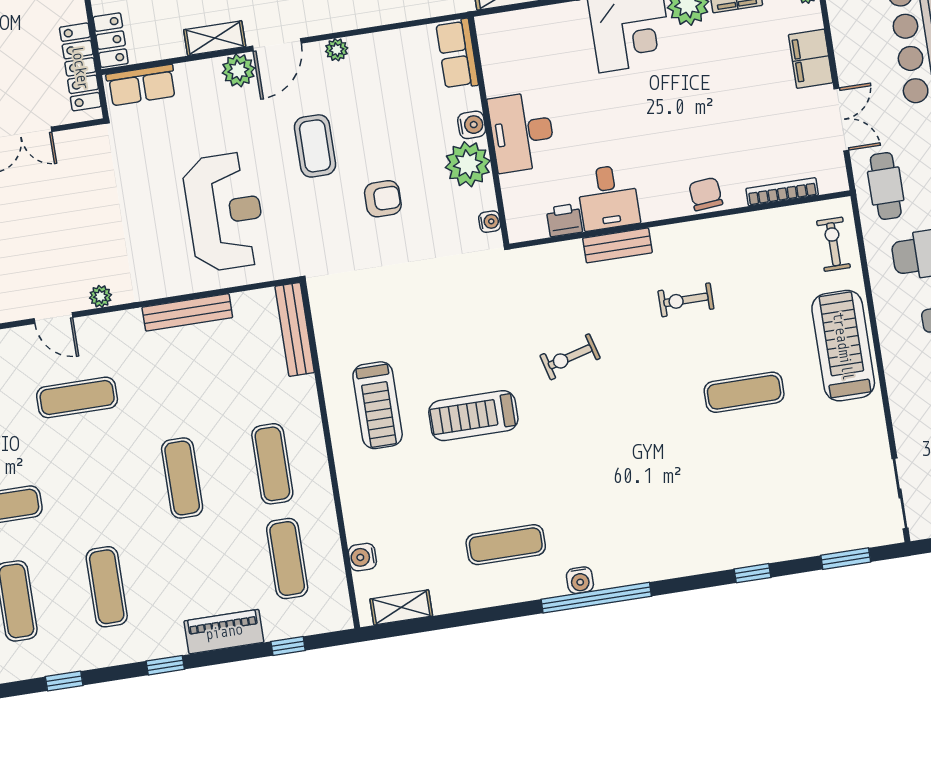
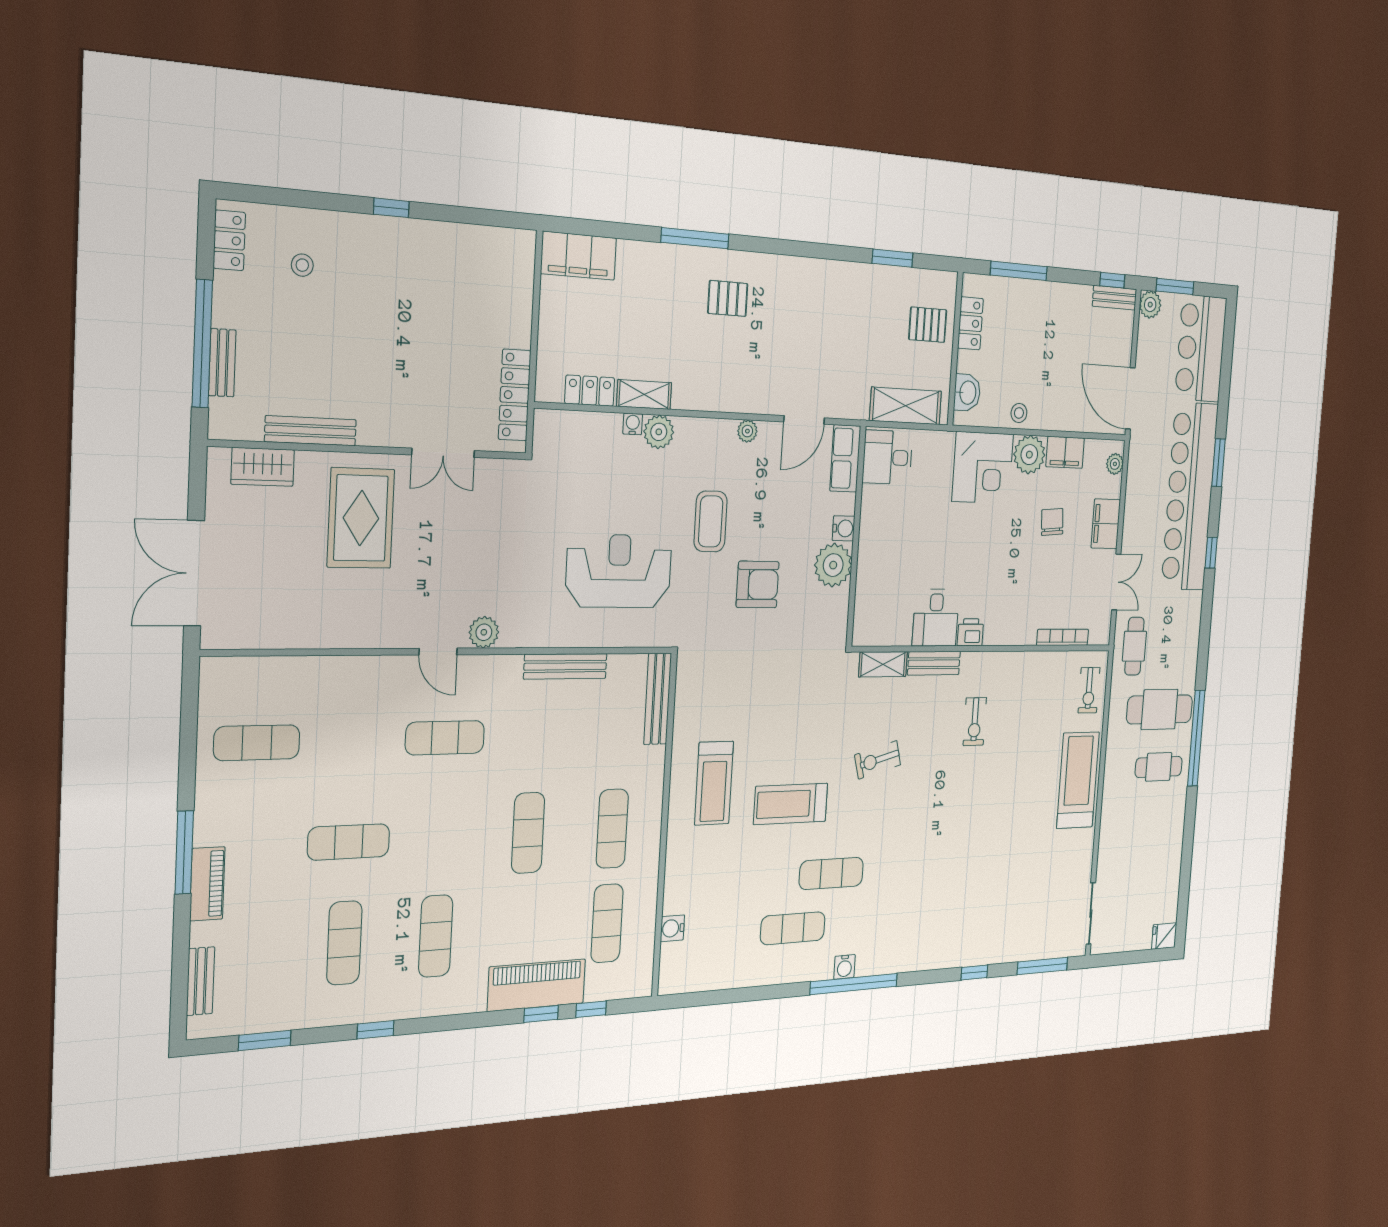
locker: (111, 40) -> (590, 391), moved, turned -90
door: (277, 45) -> (804, 420), moved
row of seats: (141, 85) -> (568, 427), removed
desk: (522, 132) -> (887, 457), moved, width x0.73
chair: (706, 194) -> (1052, 522), moved
armchair: (383, 199) -> (758, 584), width x1.38, depth x1.38
reception desk: (225, 212) -> (619, 571), turned -90
printer: (564, 220) -> (970, 632), moved
water cooler: (490, 222) -> (633, 424), moved, turned -90
exercise bike: (833, 244) -> (1089, 690), turned 180
plant: (101, 296) -> (484, 632), width x1.38, depth x1.38
exercise bike: (686, 300) -> (975, 722), turned -90
exercise mat: (744, 392) -> (831, 873), moved
window: (846, 559) -> (1042, 966), width x1.44
shelving: (401, 607) -> (883, 664), moved
piano: (224, 632) -> (537, 985), width x1.37, depth x1.33
window: (165, 665) -> (541, 1014), moved

